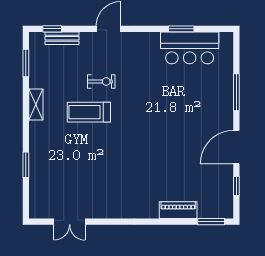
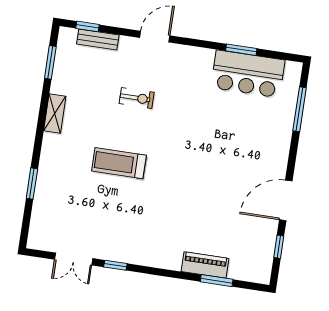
window: (236, 92) -> (300, 109), moved
treadmill: (89, 112) -> (119, 163), moved
window: (105, 222) -> (115, 265), added
window: (211, 222) -> (217, 281), moved

